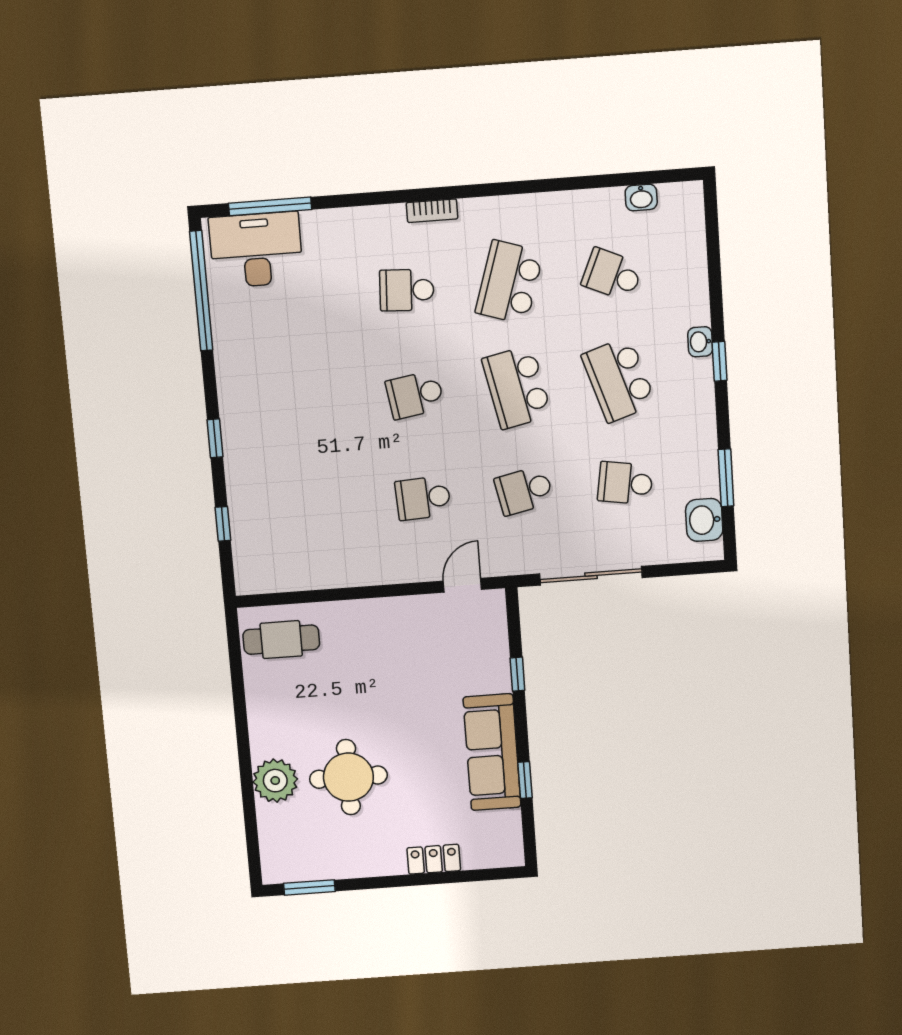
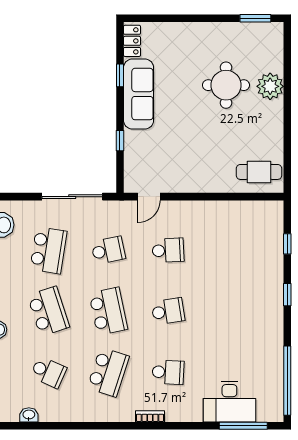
desk: (256, 250) -> (229, 402), moved
school desk: (625, 483) -> (48, 250), width x1.85
locker: (434, 859) -> (132, 41), moved, turned -90

